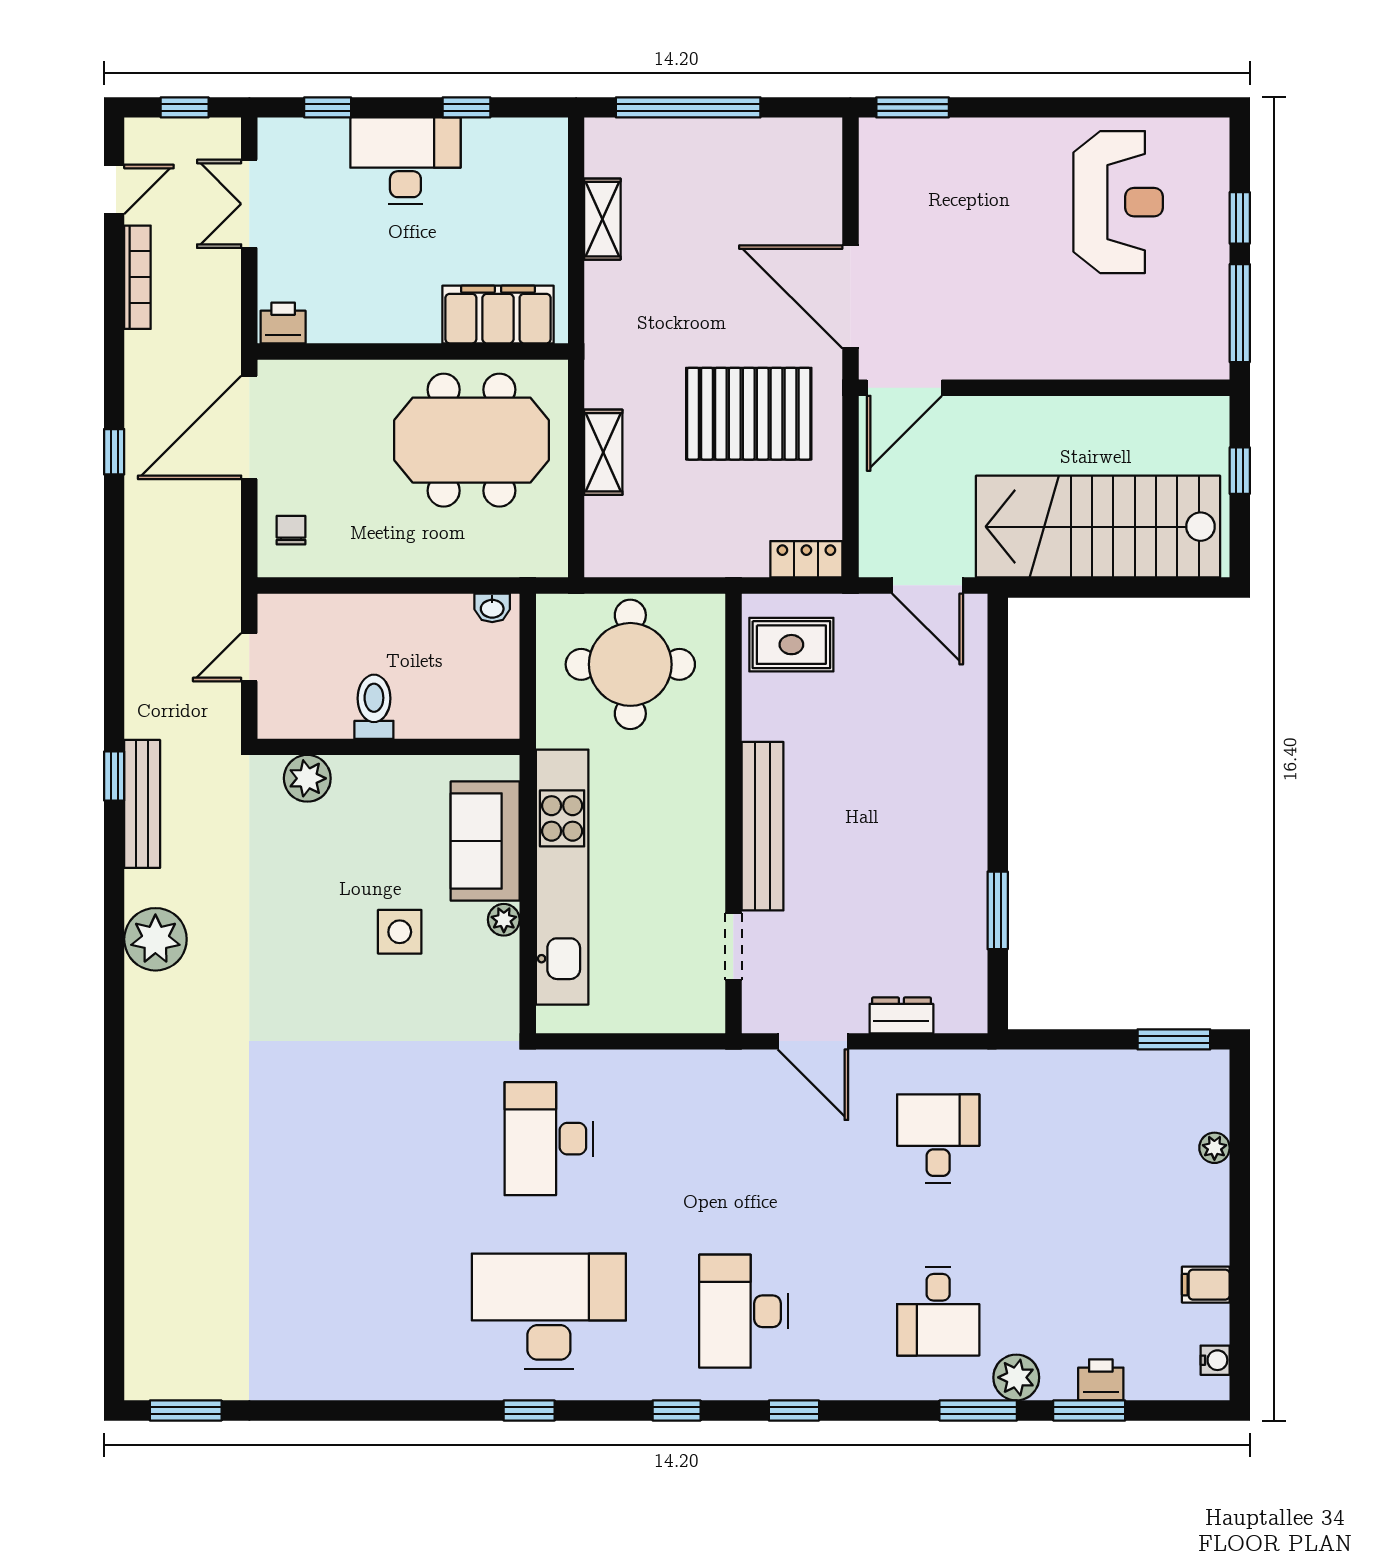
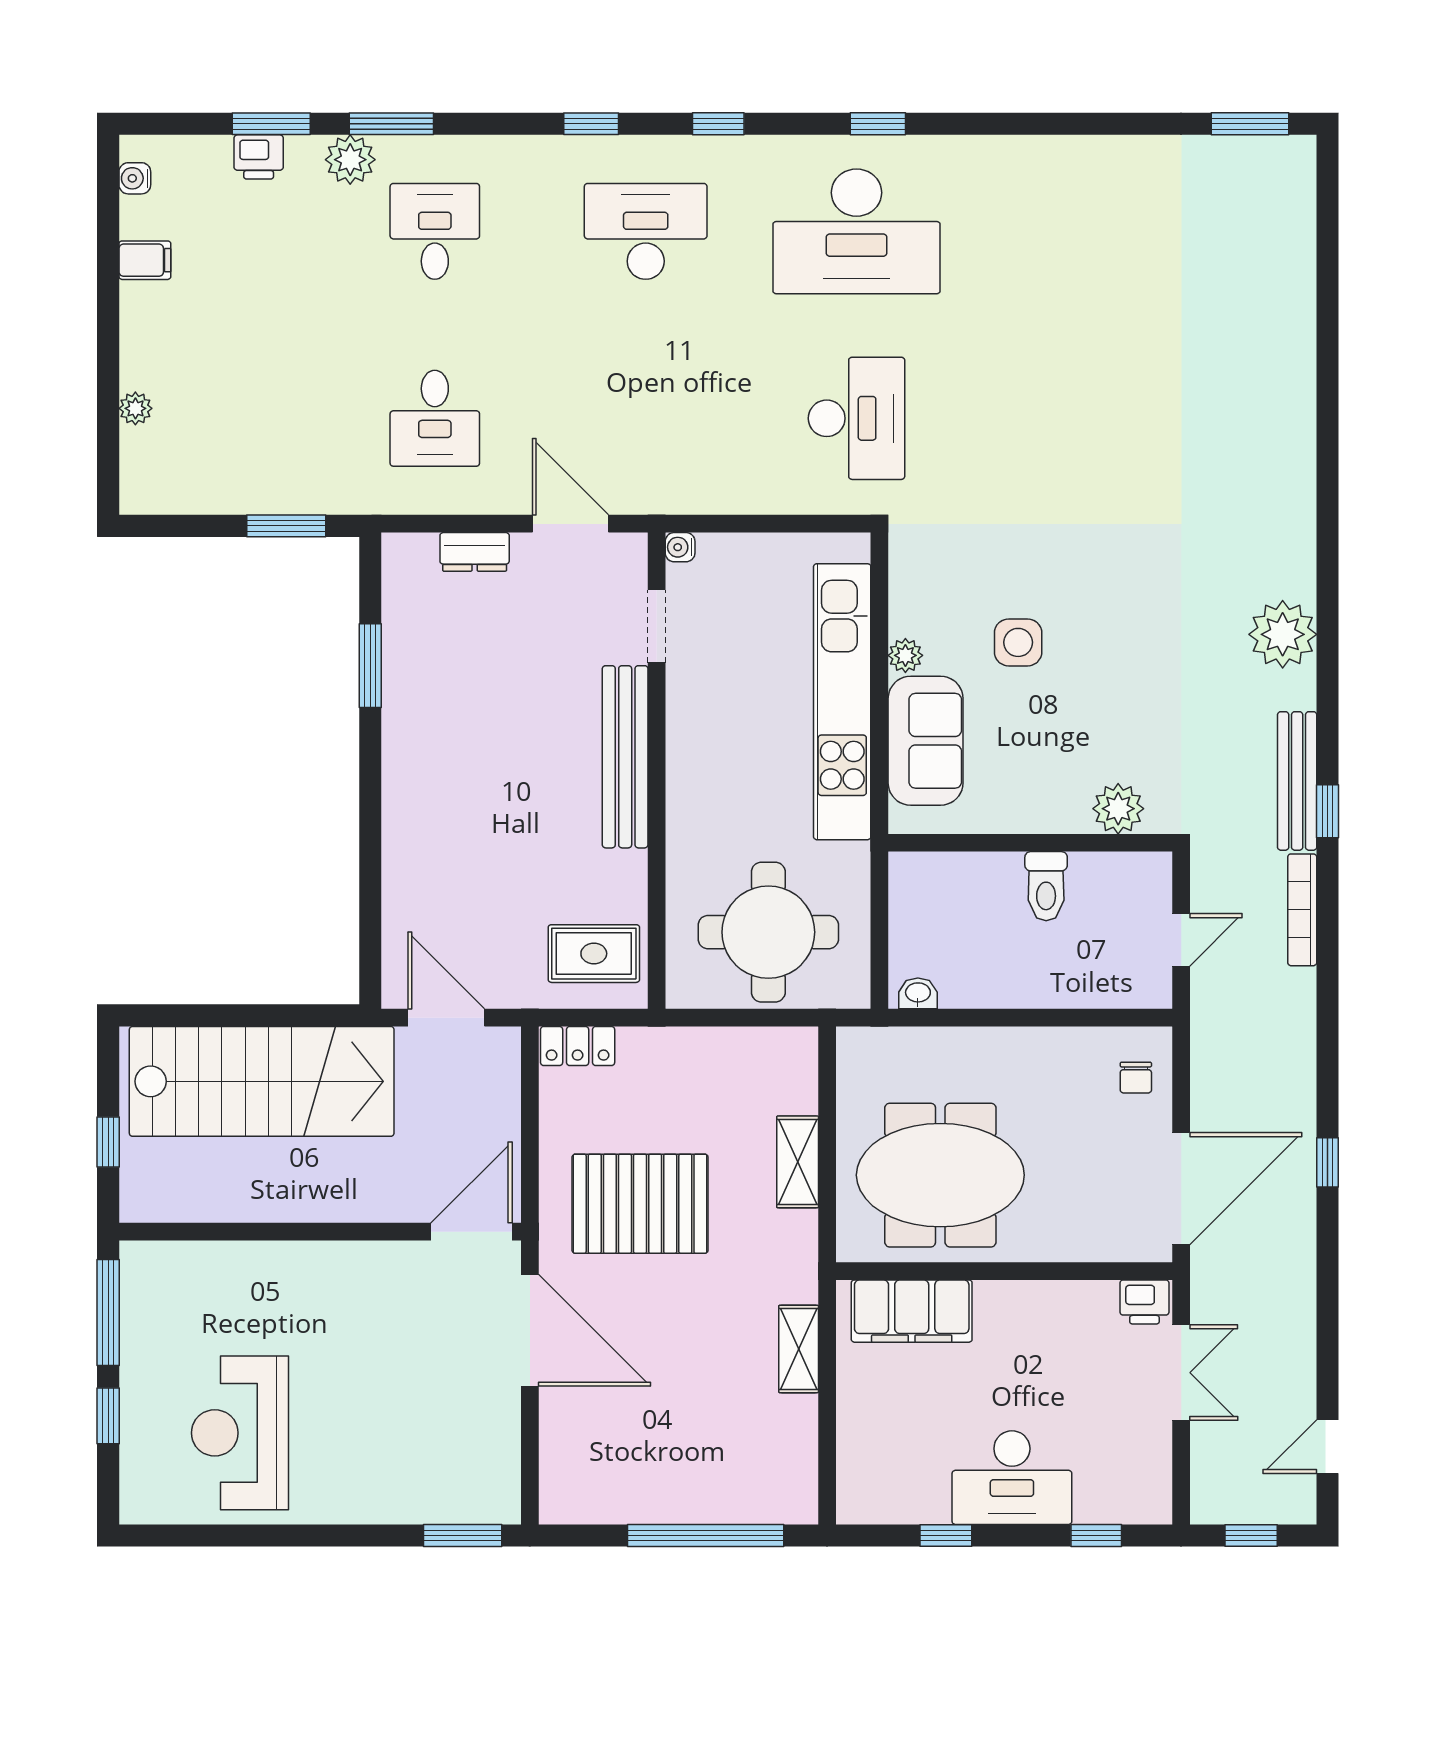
double door: (249, 204) -> (1181, 1373), moved
shelving: (602, 219) -> (799, 1349), moved
bookcase: (137, 277) -> (1302, 910), moved
water cooler: (712, 1020) -> (680, 547), added
window: (1174, 1039) -> (286, 526), moved
desk: (744, 1311) -> (646, 231), turned -90

